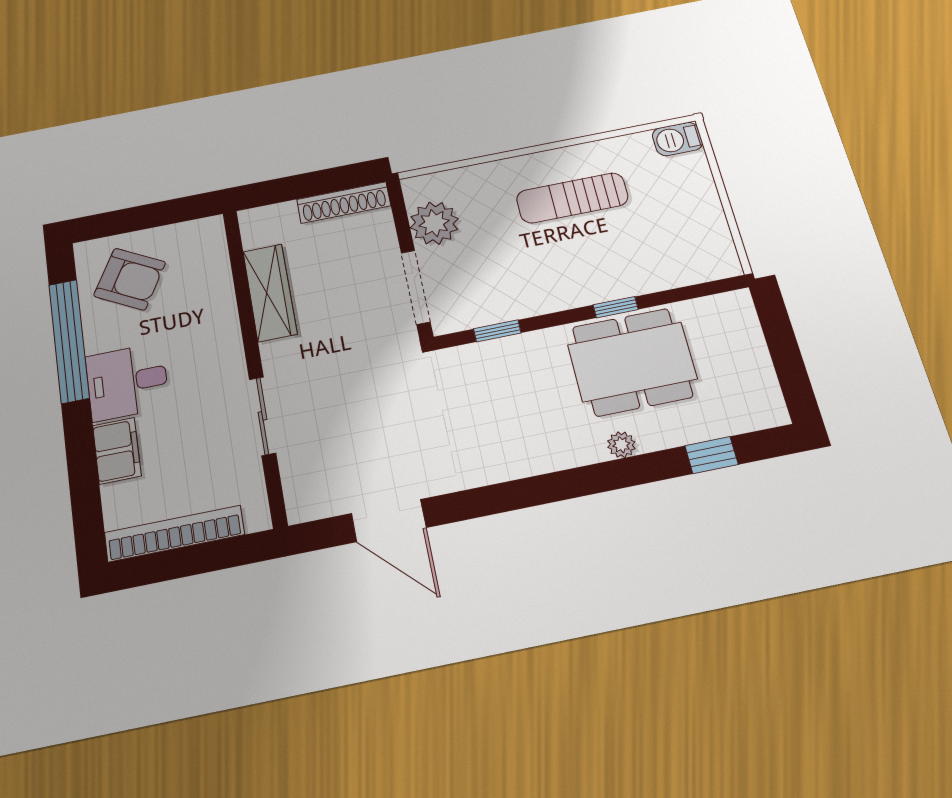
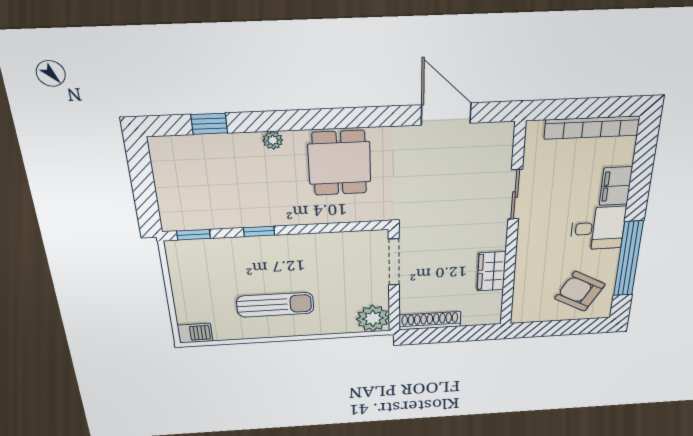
plant: (434, 223) -> (373, 318), moved
wardrobe: (270, 293) -> (491, 271), width x0.67
window: (497, 331) -> (193, 235), moved
dining table: (632, 362) -> (339, 163), moved, width x0.73

